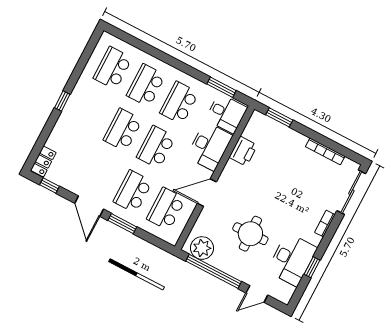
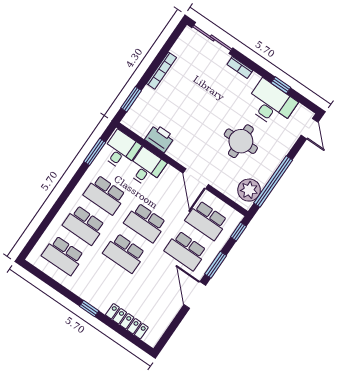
desk: (209, 146) -> (146, 167), width x0.73
bookcase: (325, 151) -> (161, 71), moved
locker: (43, 161) -> (127, 321), moved, width x1.53
window: (49, 186) -> (238, 232), moved
door: (89, 206) -> (195, 295), swing flipped
door: (257, 294) -> (310, 129), moved

